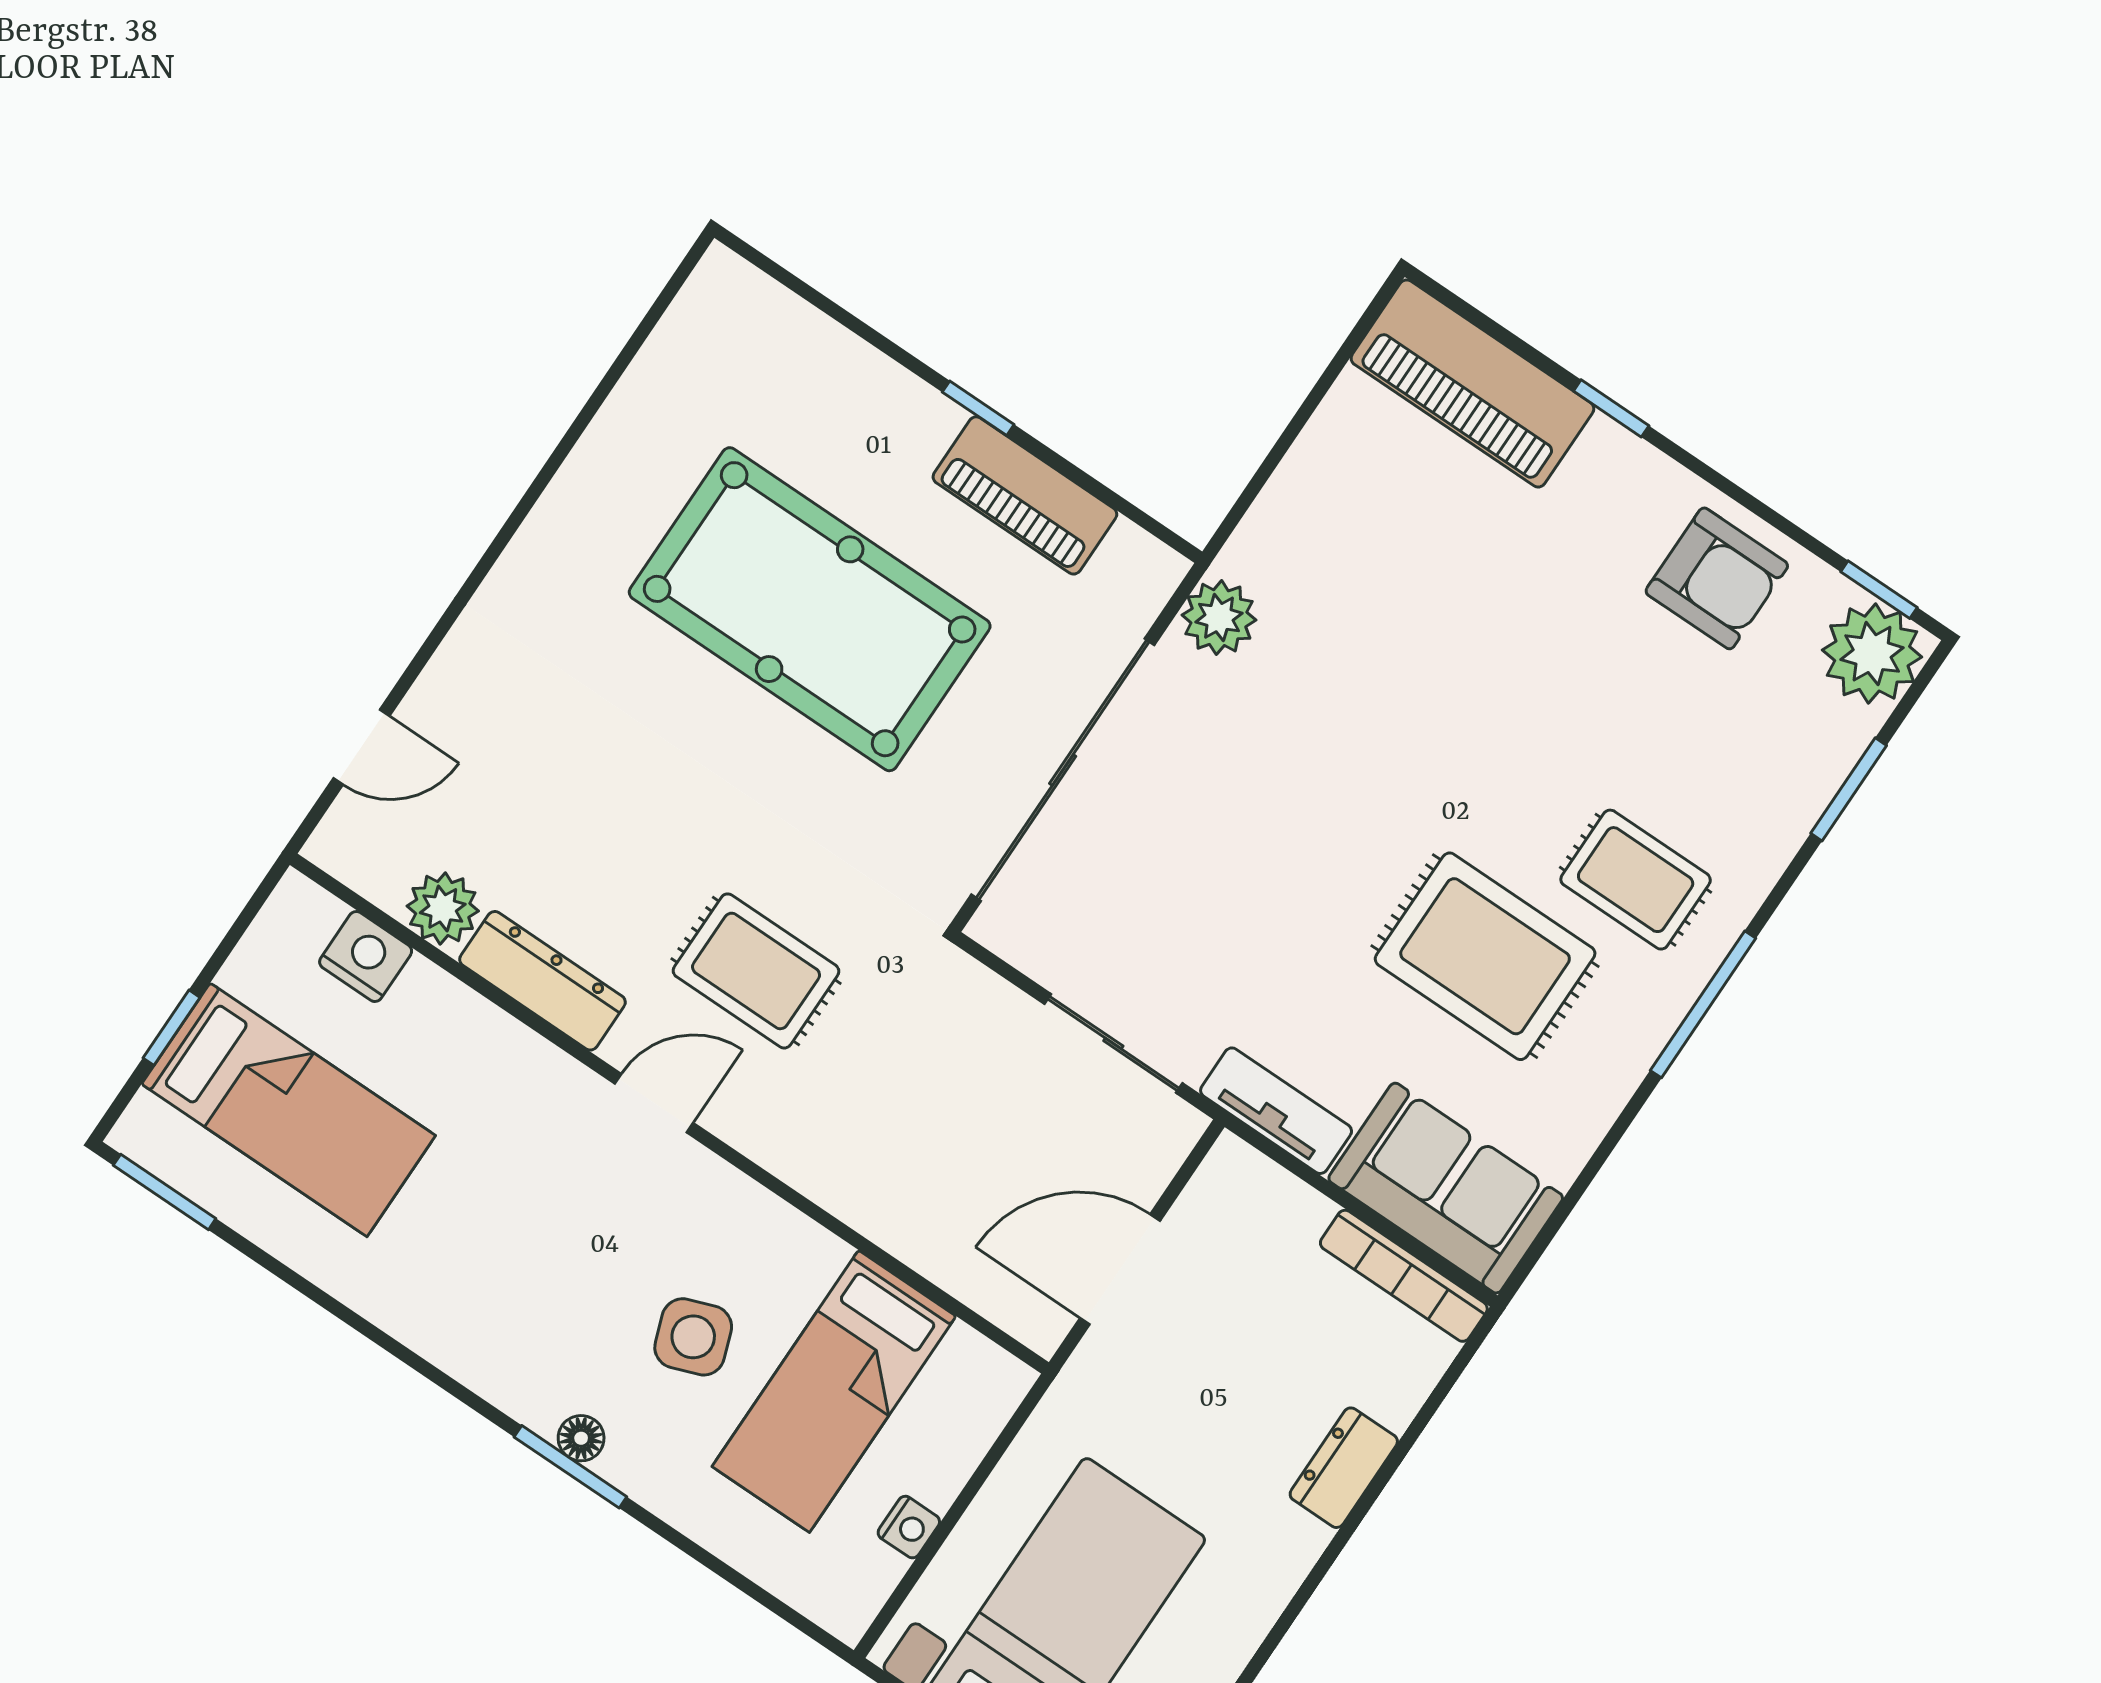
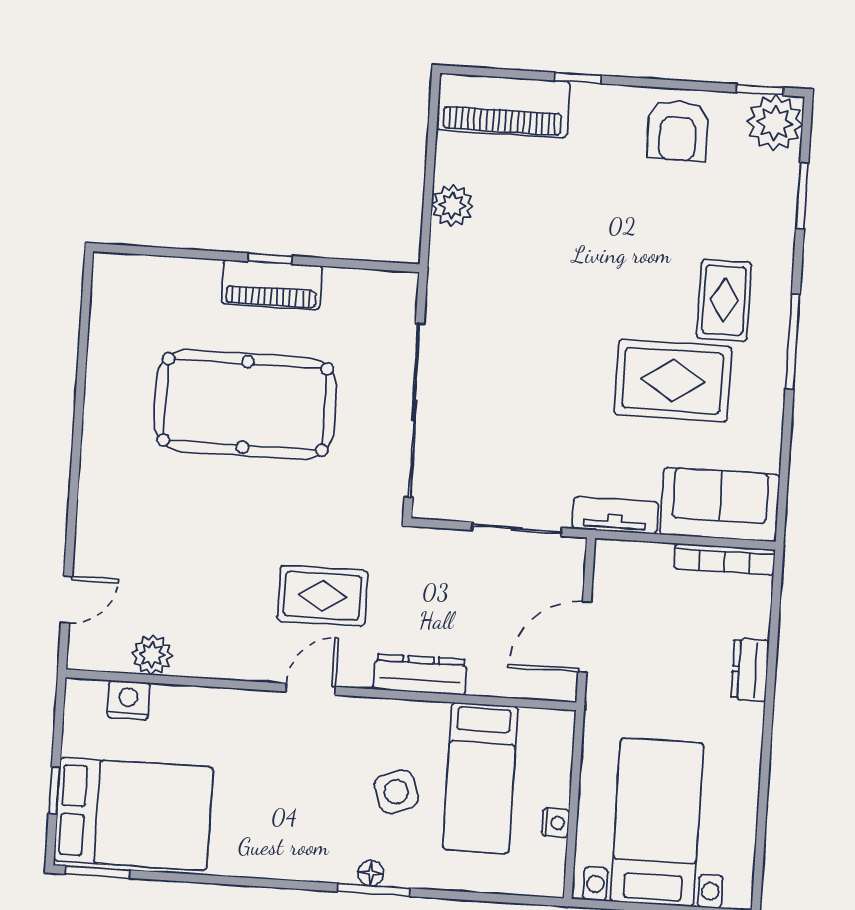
piano: (1025, 495) -> (272, 285), moved
armchair: (1717, 578) -> (678, 131), turned 90
plant: (1219, 618) -> (452, 205), moved
rug: (1636, 880) -> (724, 300), turned 90
dresser: (542, 981) -> (420, 674), moved
bed: (289, 1110) -> (134, 814), width x1.50

